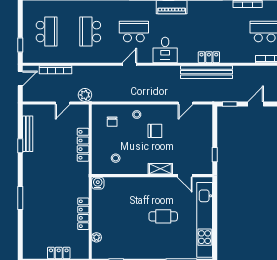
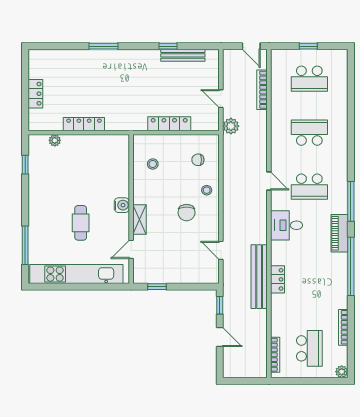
school desk: (134, 32) -> (309, 187), turned 90
window: (20, 45) -> (308, 46), moved
water cooler: (98, 183) -> (122, 205), moved

